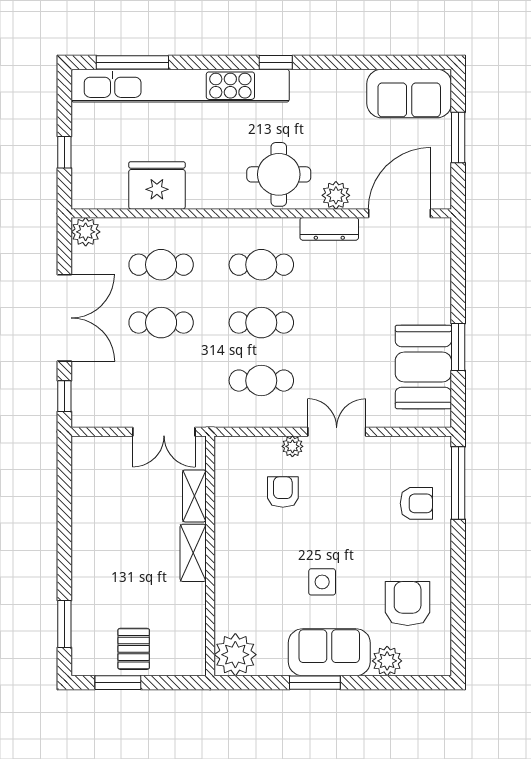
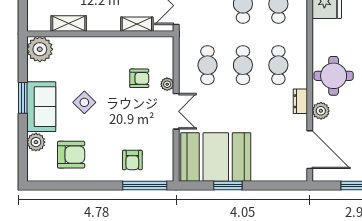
dresser: (329, 229) -> (300, 101), width x0.70
booth: (423, 367) -> (216, 157), width x1.36, depth x1.42
shelving: (193, 553) -> (69, 23), moved
side table: (322, 582) -> (84, 102), turned 45

